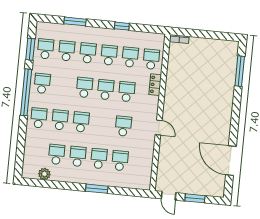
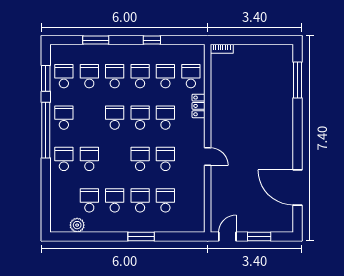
school desk: (81, 122) -> (140, 159), moved
door: (169, 196) -> (227, 236), swing flipped

